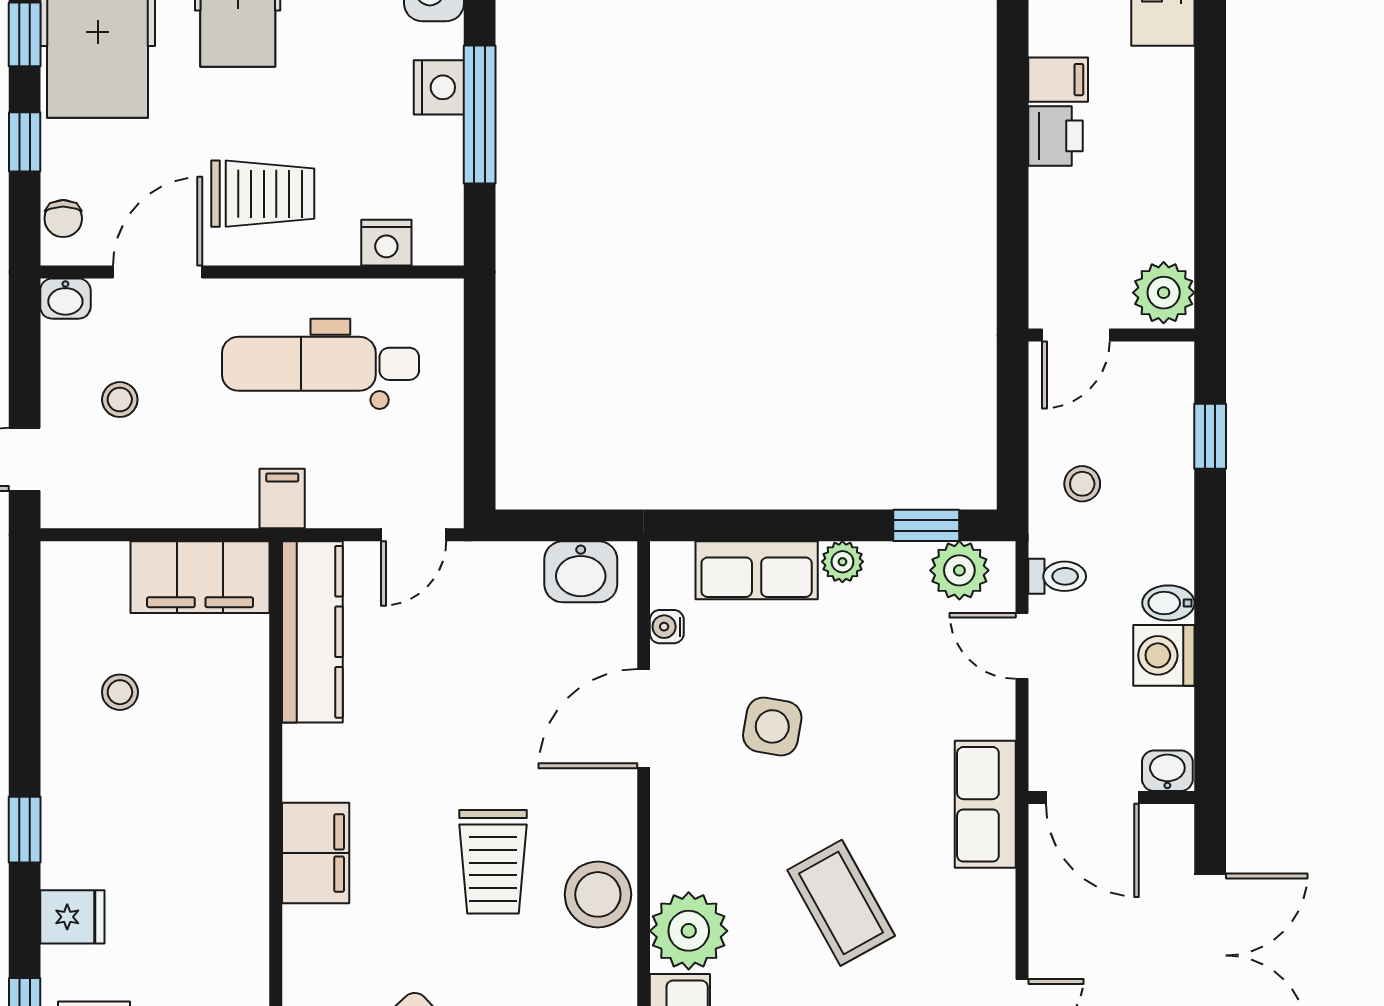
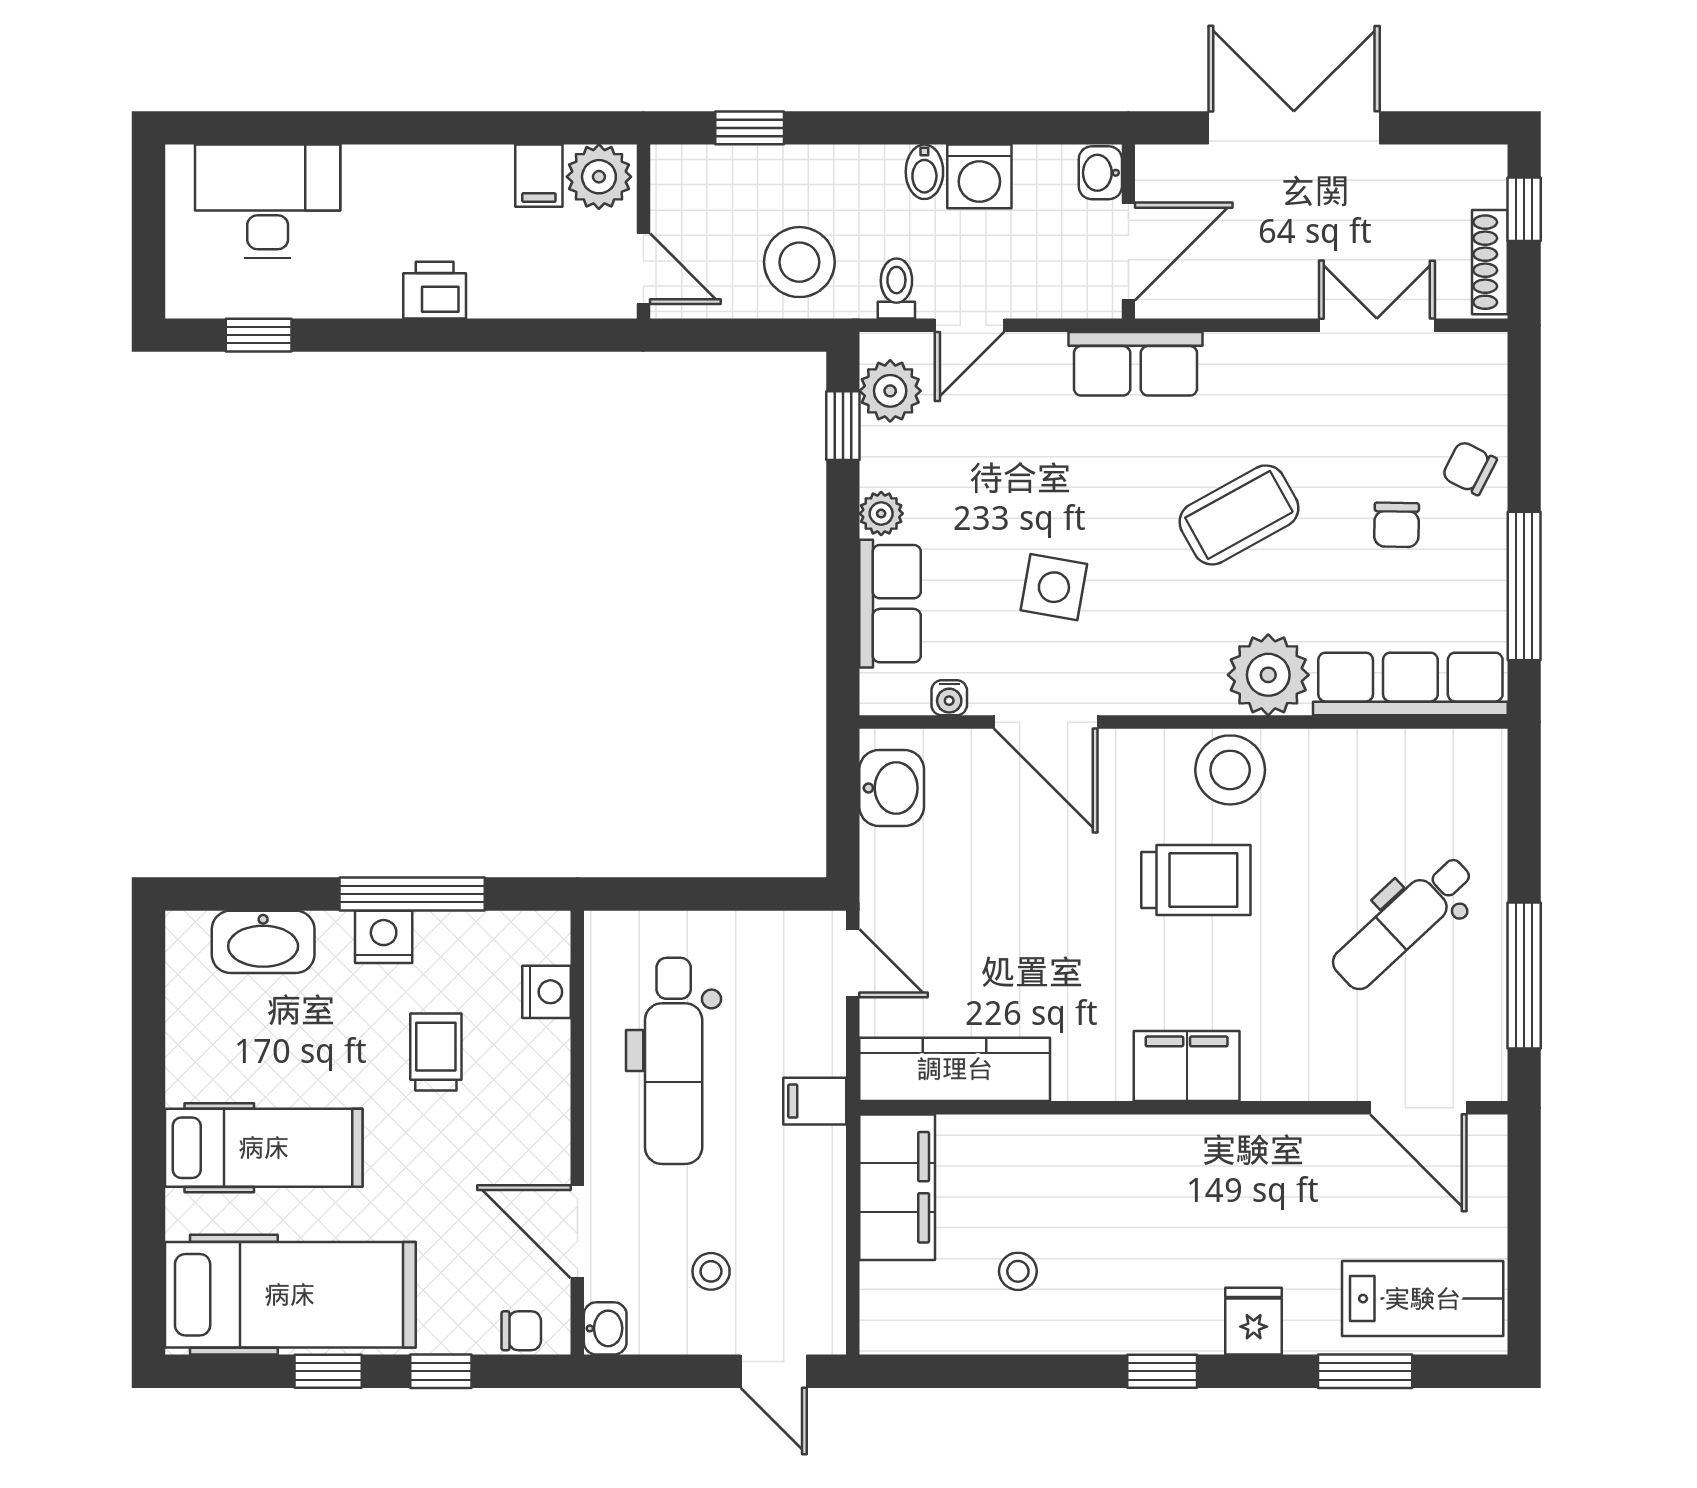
filing cabinet: (1058, 80) -> (539, 176), moved, turned 180
trolley: (263, 194) -> (436, 1052), moved, width x0.73, depth x0.72
stool: (1082, 484) -> (799, 262), width x1.89, depth x1.89

